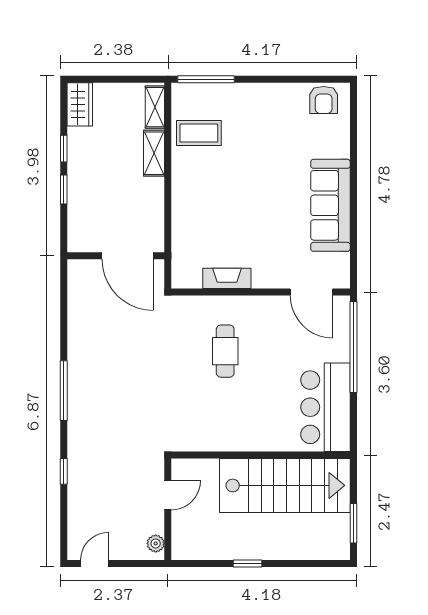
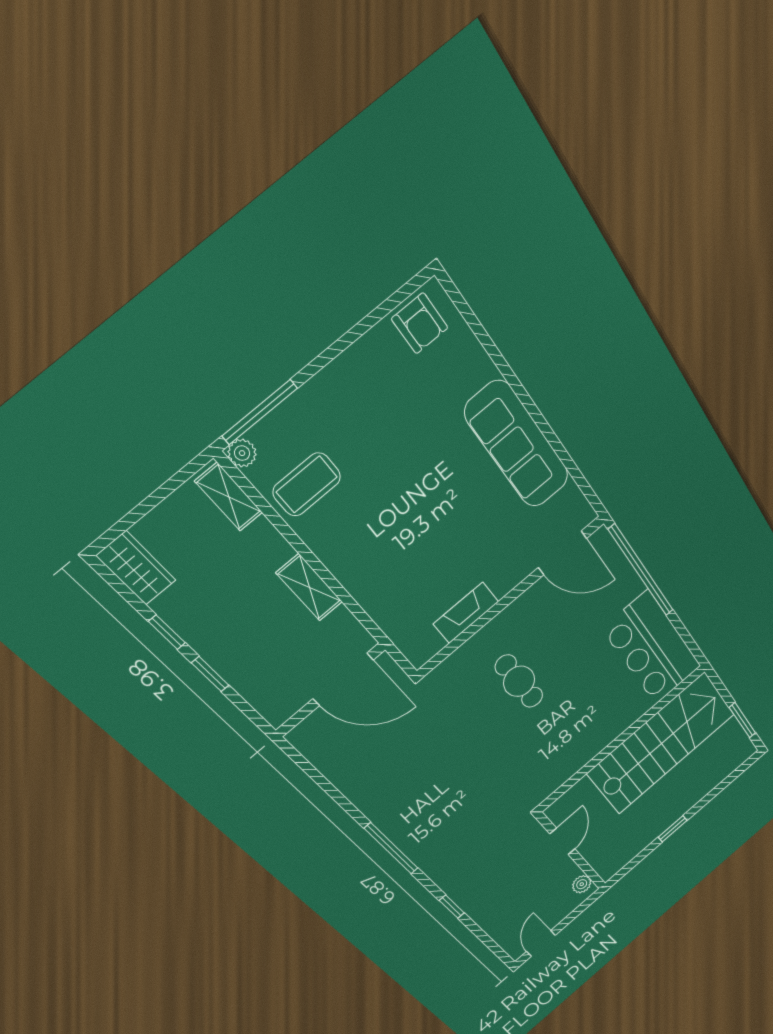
plant: (180, 91) -> (242, 453), added
shelving: (154, 153) -> (309, 587), moved

